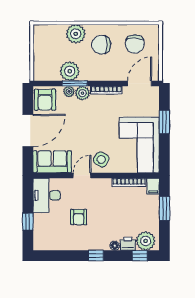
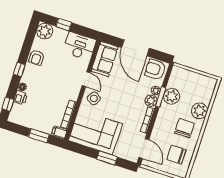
armchair: (79, 217) -> (37, 57), moved, turned -90
plant: (146, 241) -> (45, 31), moved

